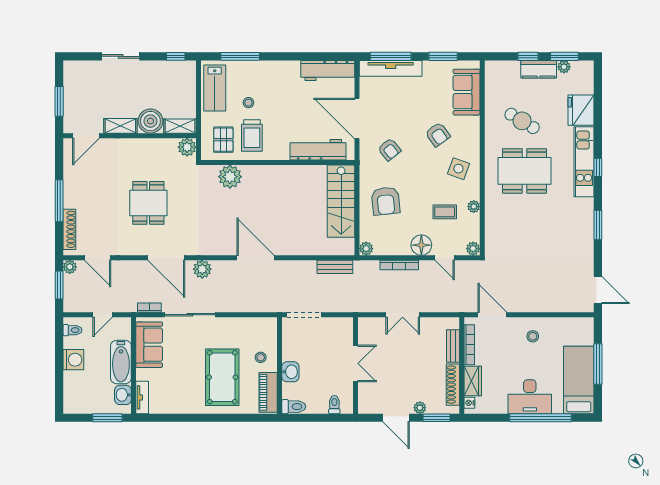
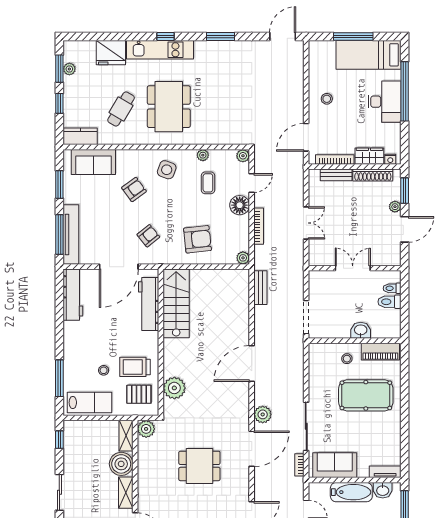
kitchen counter: (539, 69) -> (80, 136), moved, turned -90
trolley: (252, 135) -> (135, 367), turned 180
stairs: (341, 201) -> (176, 303), moved, turned -90
toilet: (294, 407) -> (389, 302), moved, turned -90

